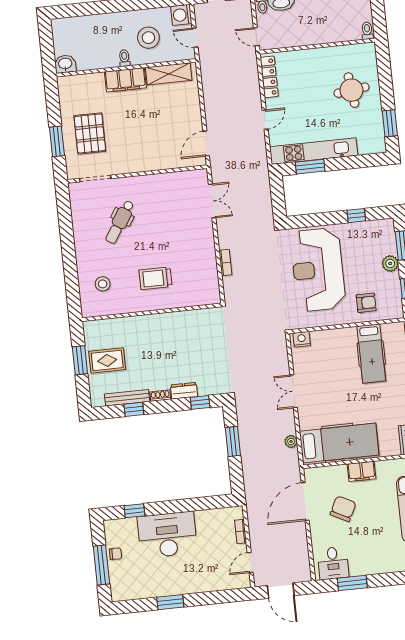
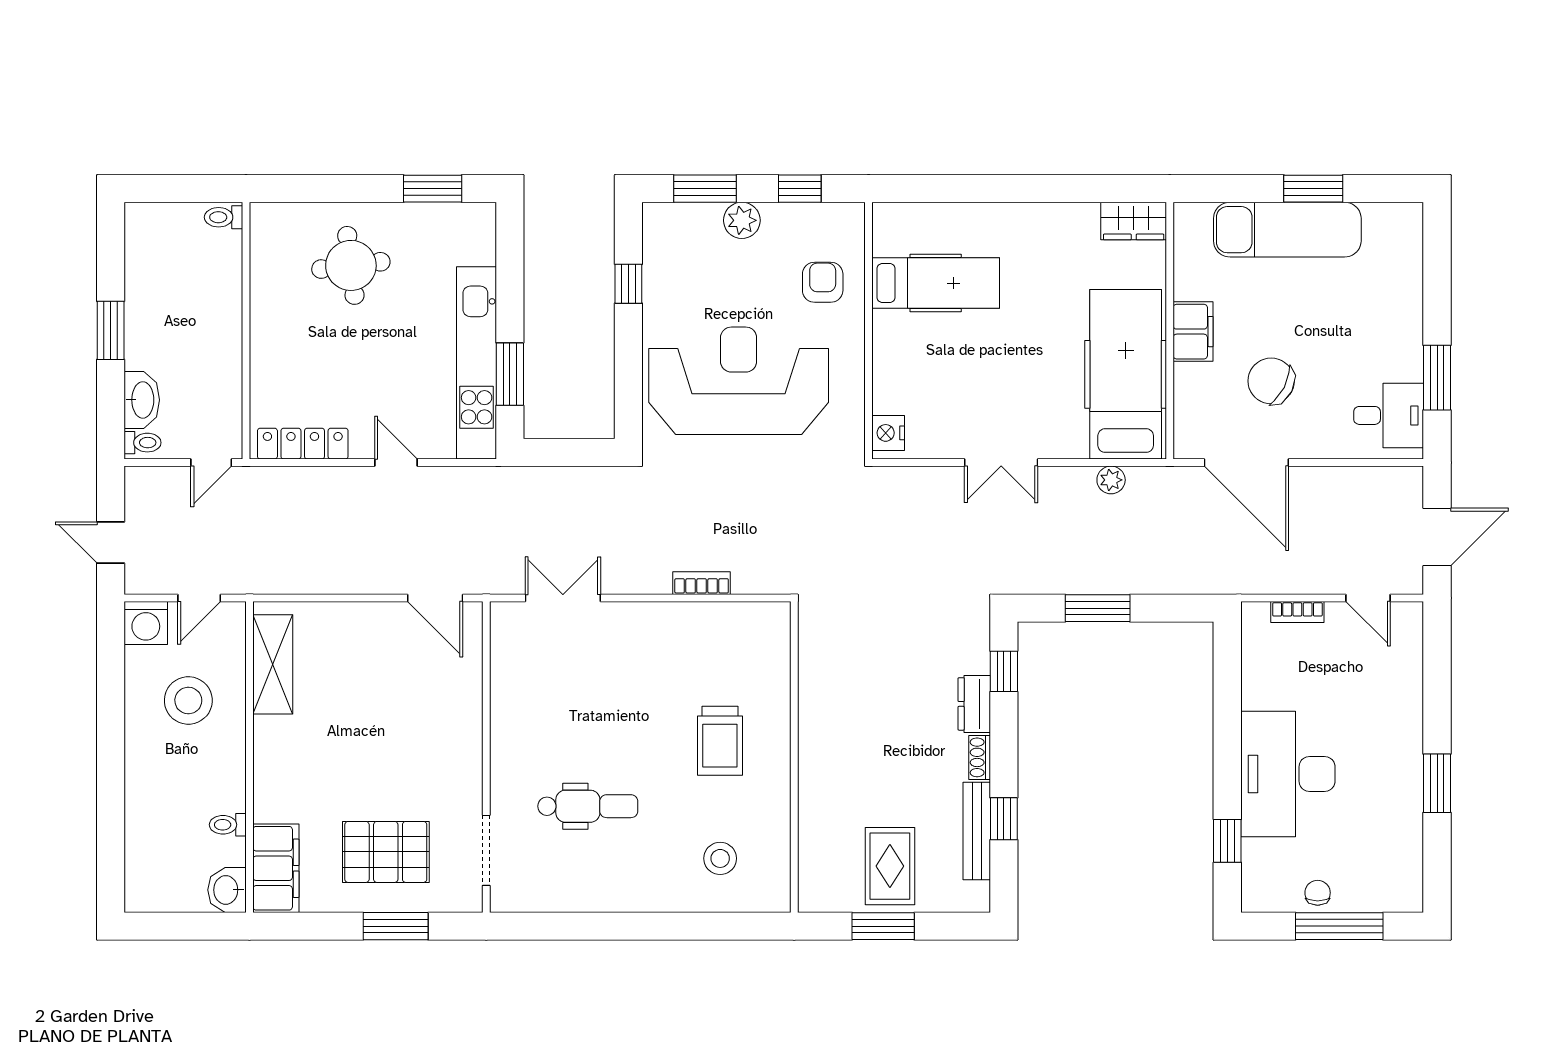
toilet: (124, 58) -> (228, 825), moved
filing cabinet: (125, 80) -> (276, 868), moved
dental chair: (120, 222) -> (588, 806), turned -33
reception desk: (318, 270) -> (739, 381), turned 180

